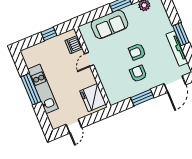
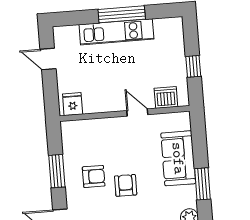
fridge: (93, 98) -> (73, 104), width x0.53, depth x0.75

